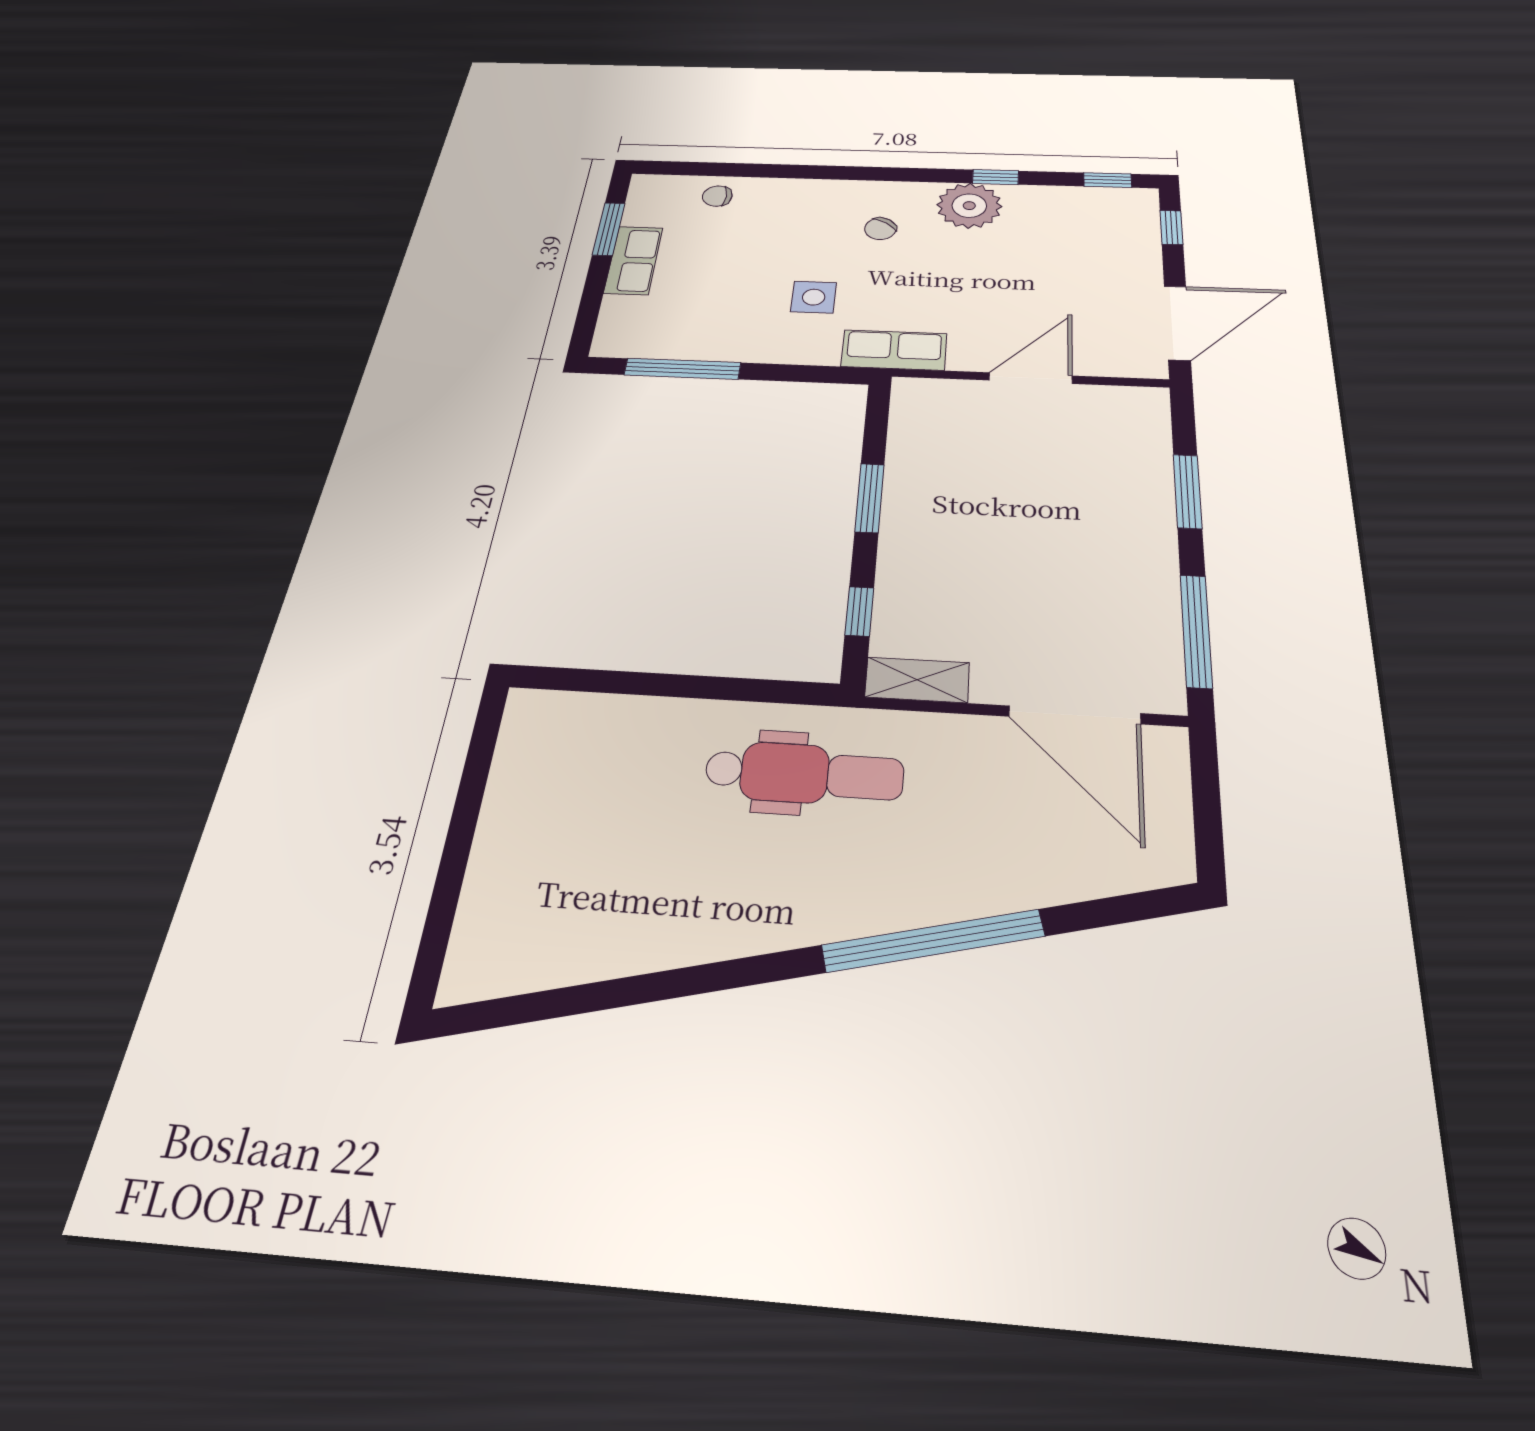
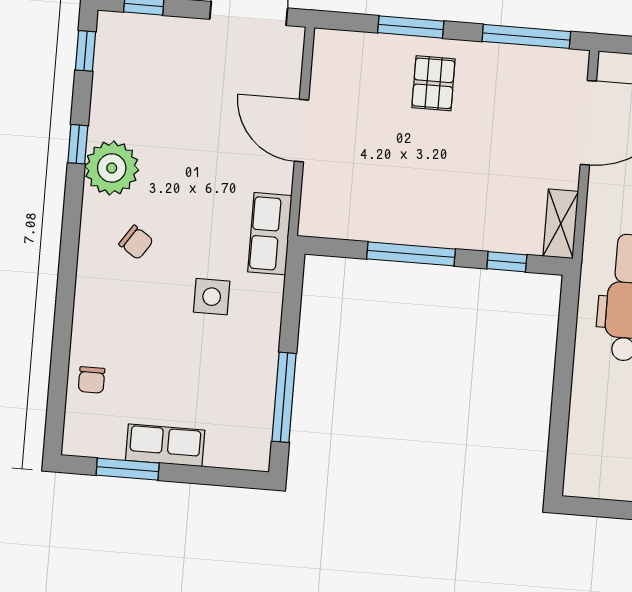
window: (870, 498) -> (411, 254), width x1.44
pallet: (1111, 519) -> (433, 83), added

